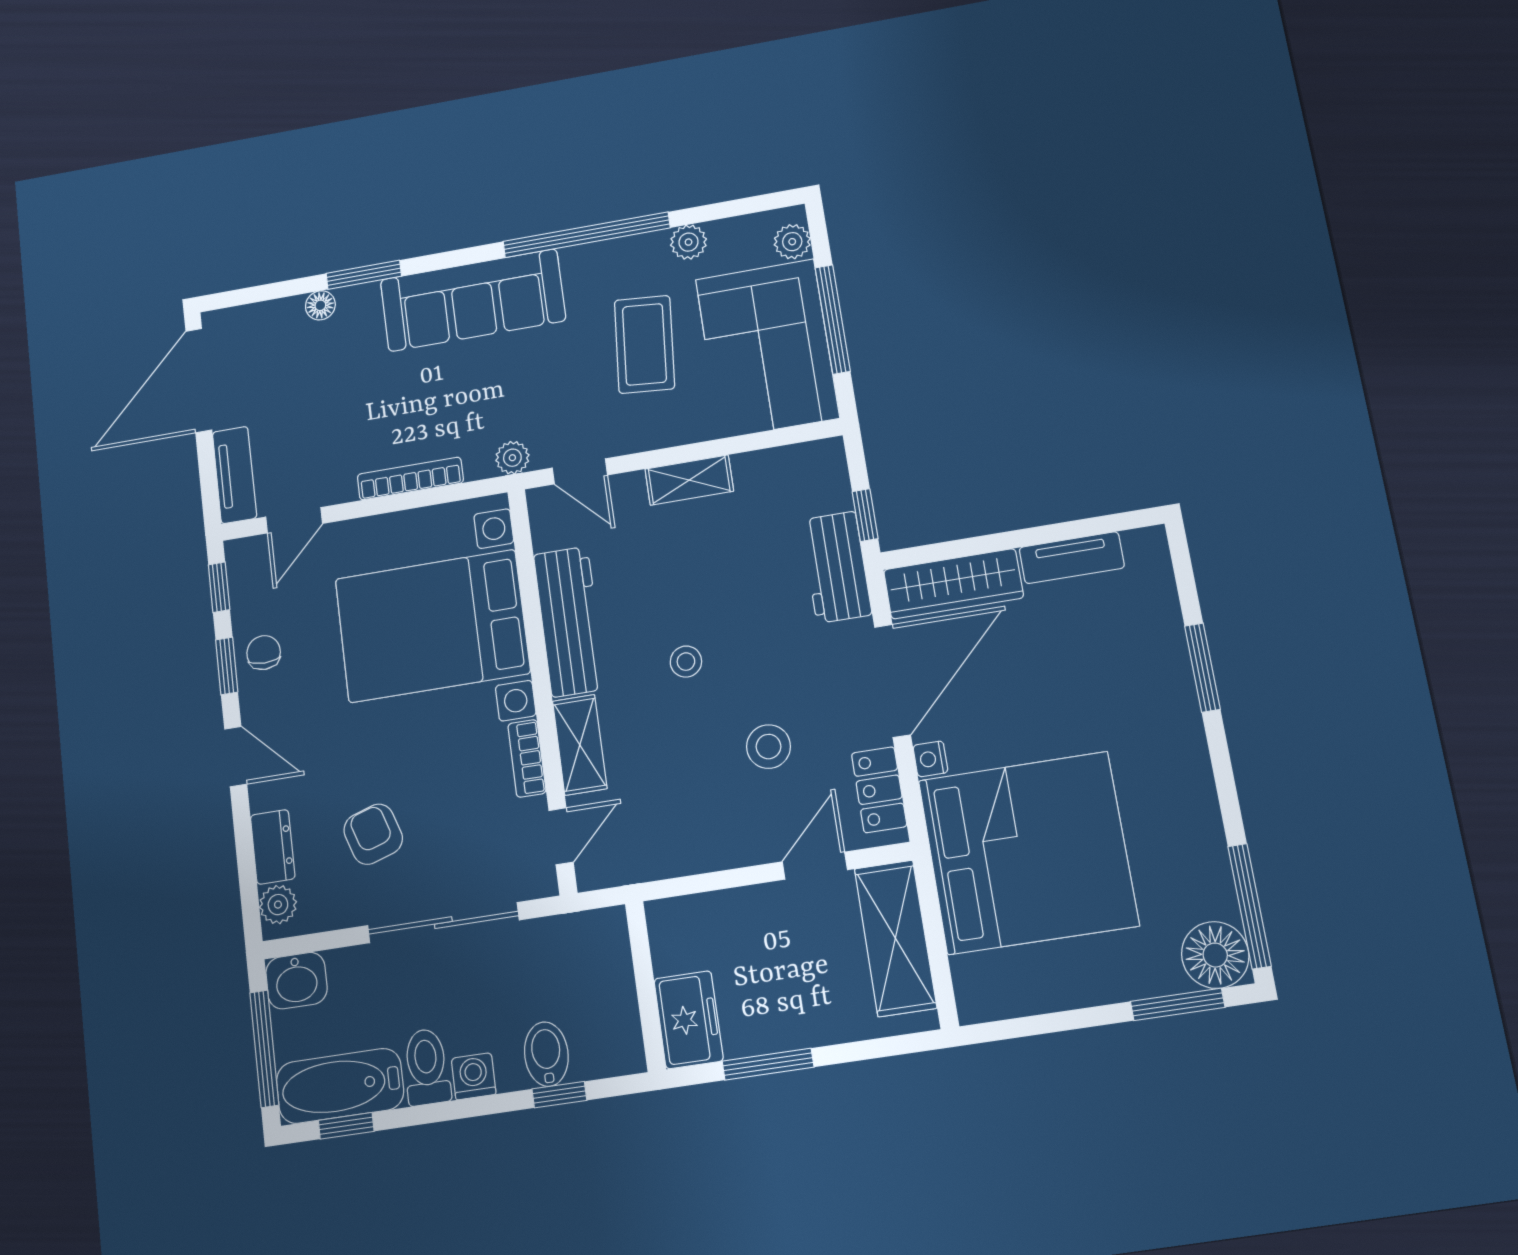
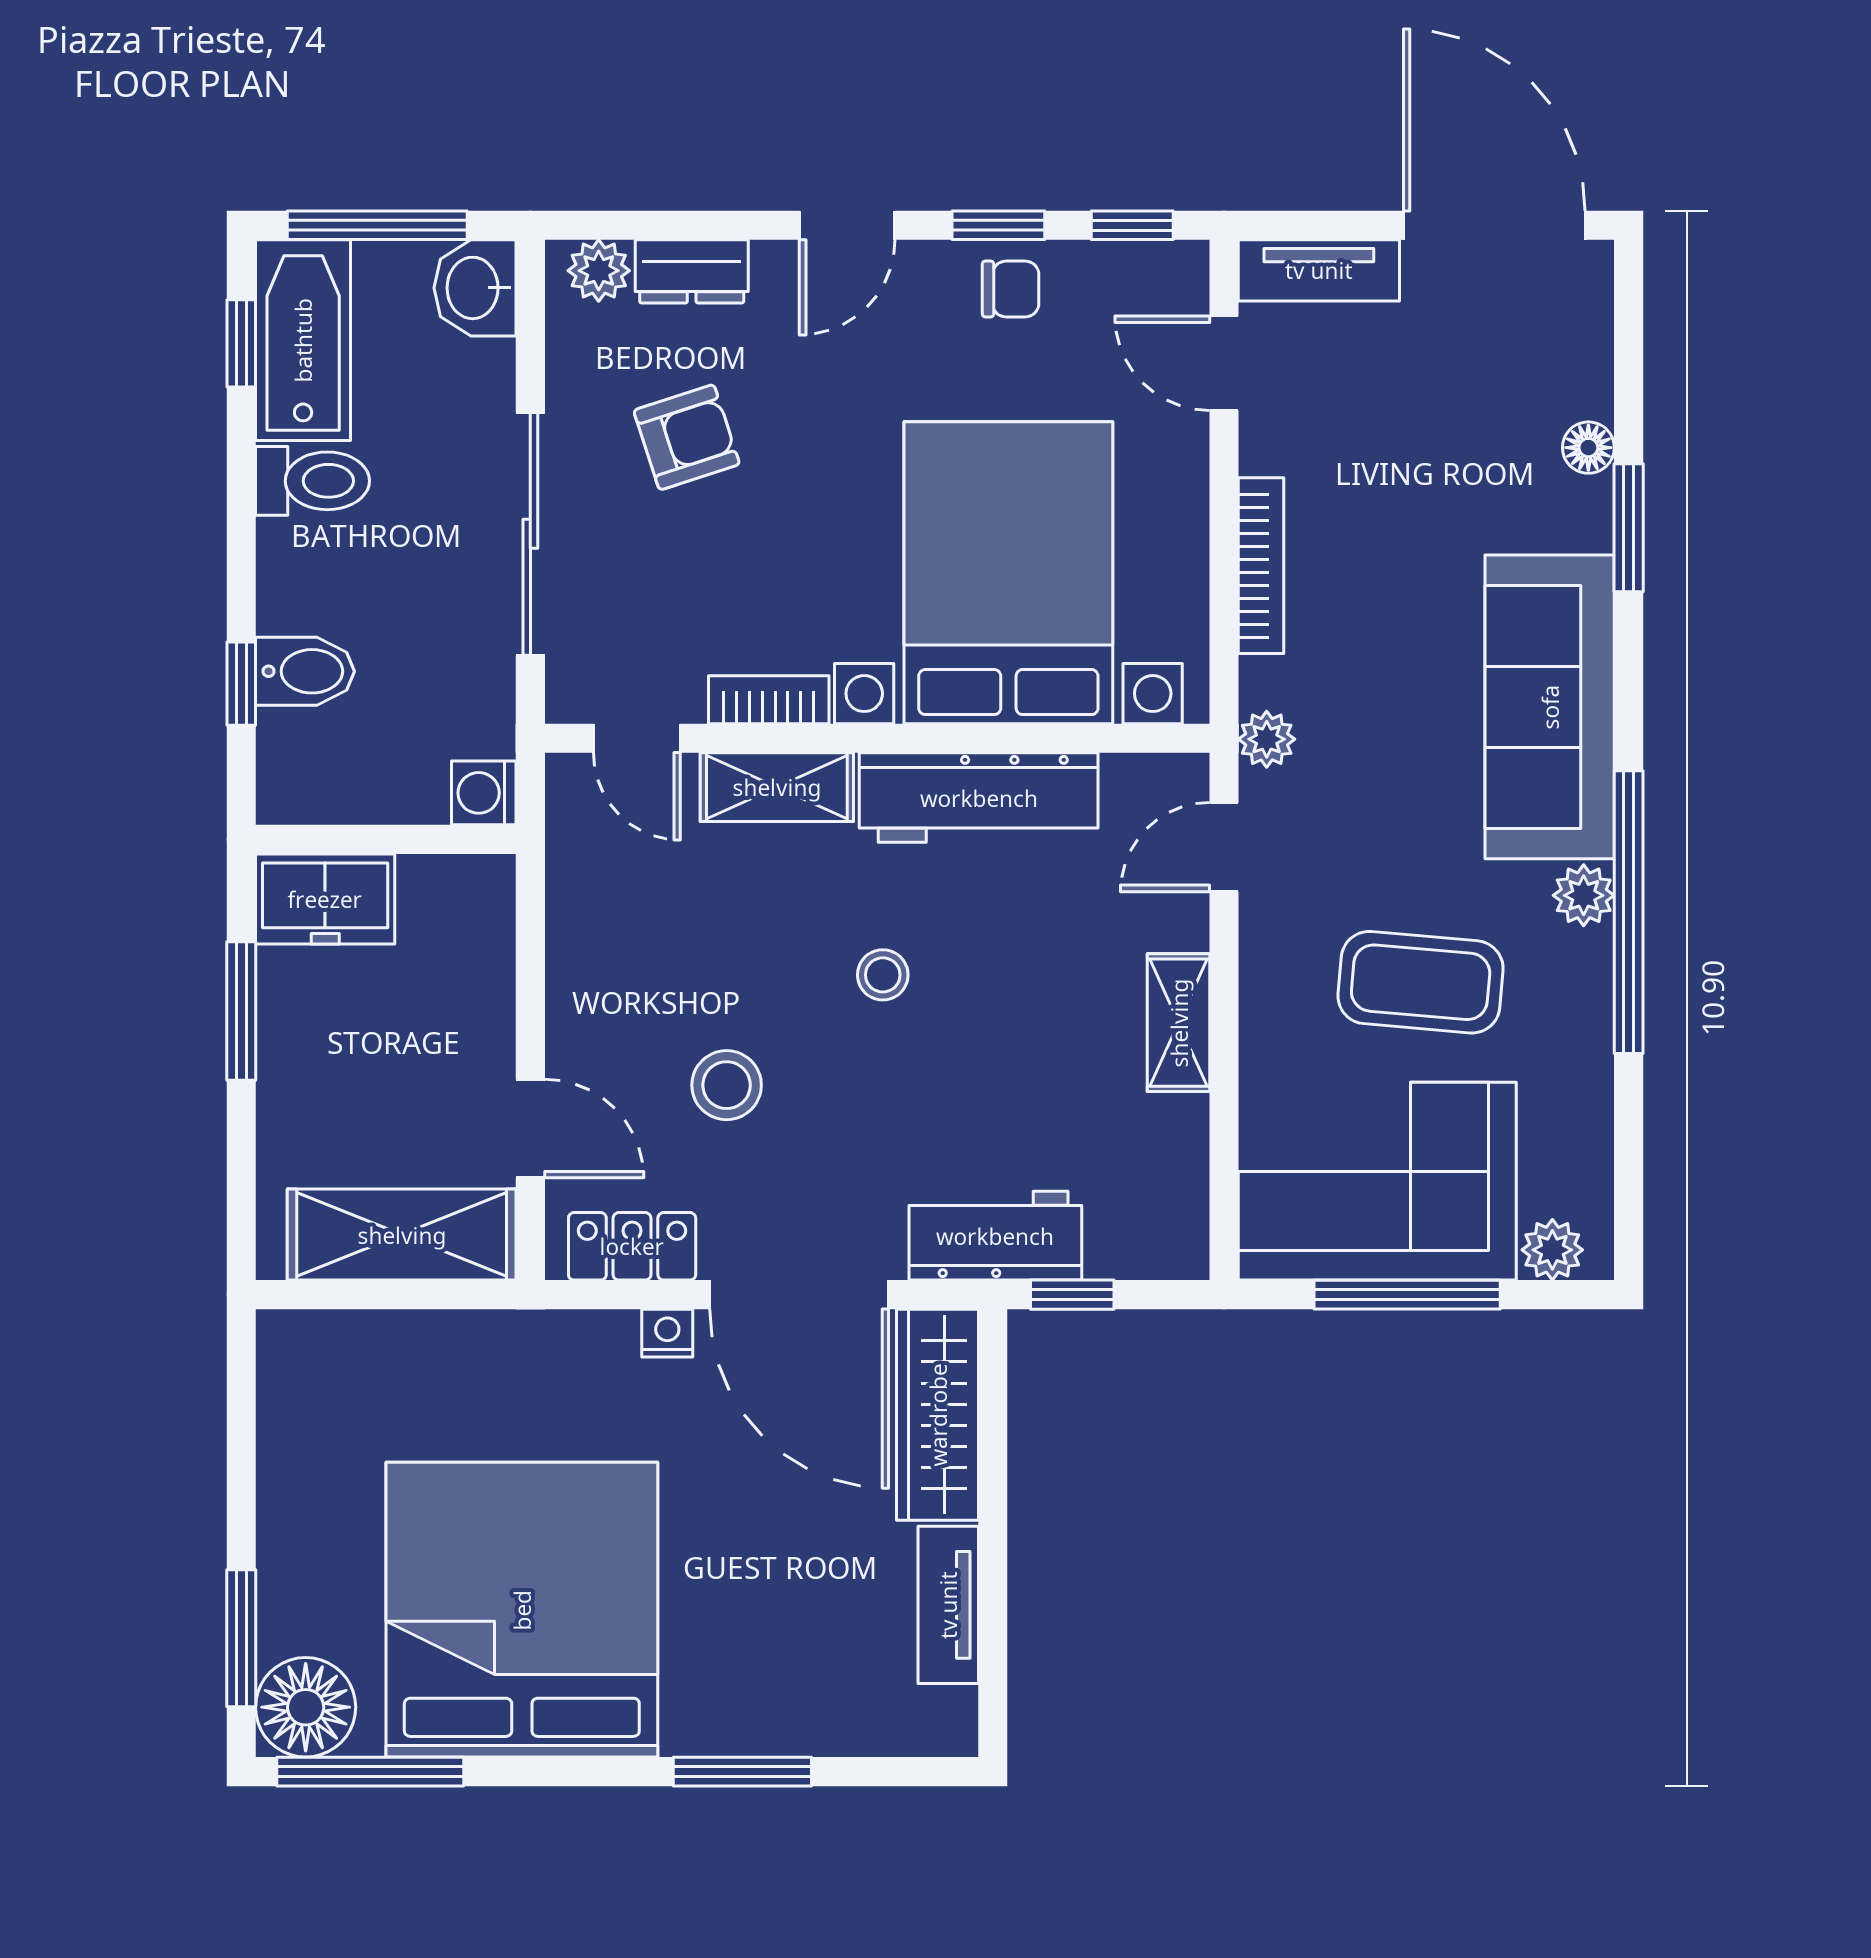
plant: (689, 242) -> (1584, 895), moved
bed: (1028, 853) -> (522, 1610), moved, turned 180
washing machine: (474, 1076) -> (484, 793), moved, turned 180

